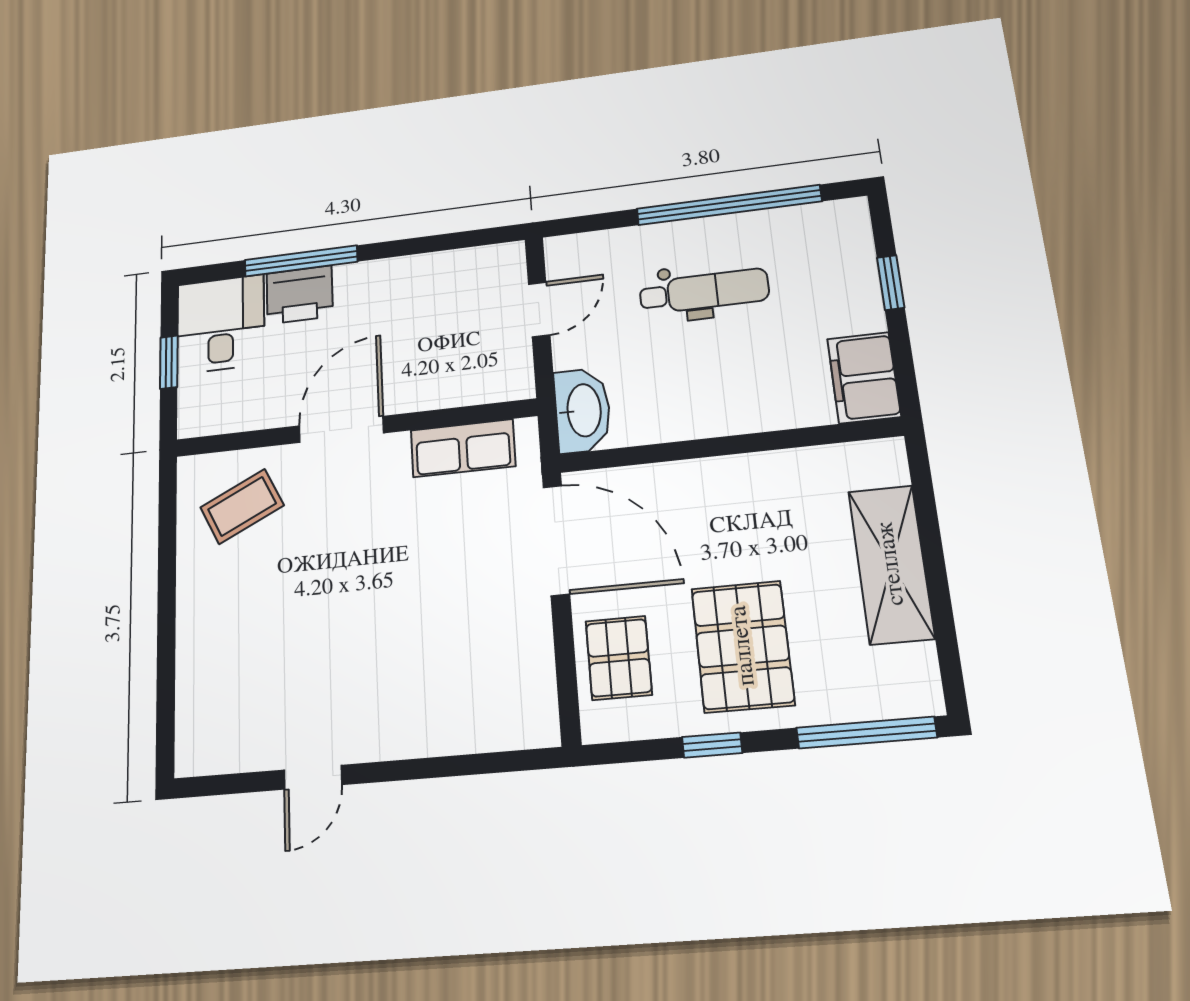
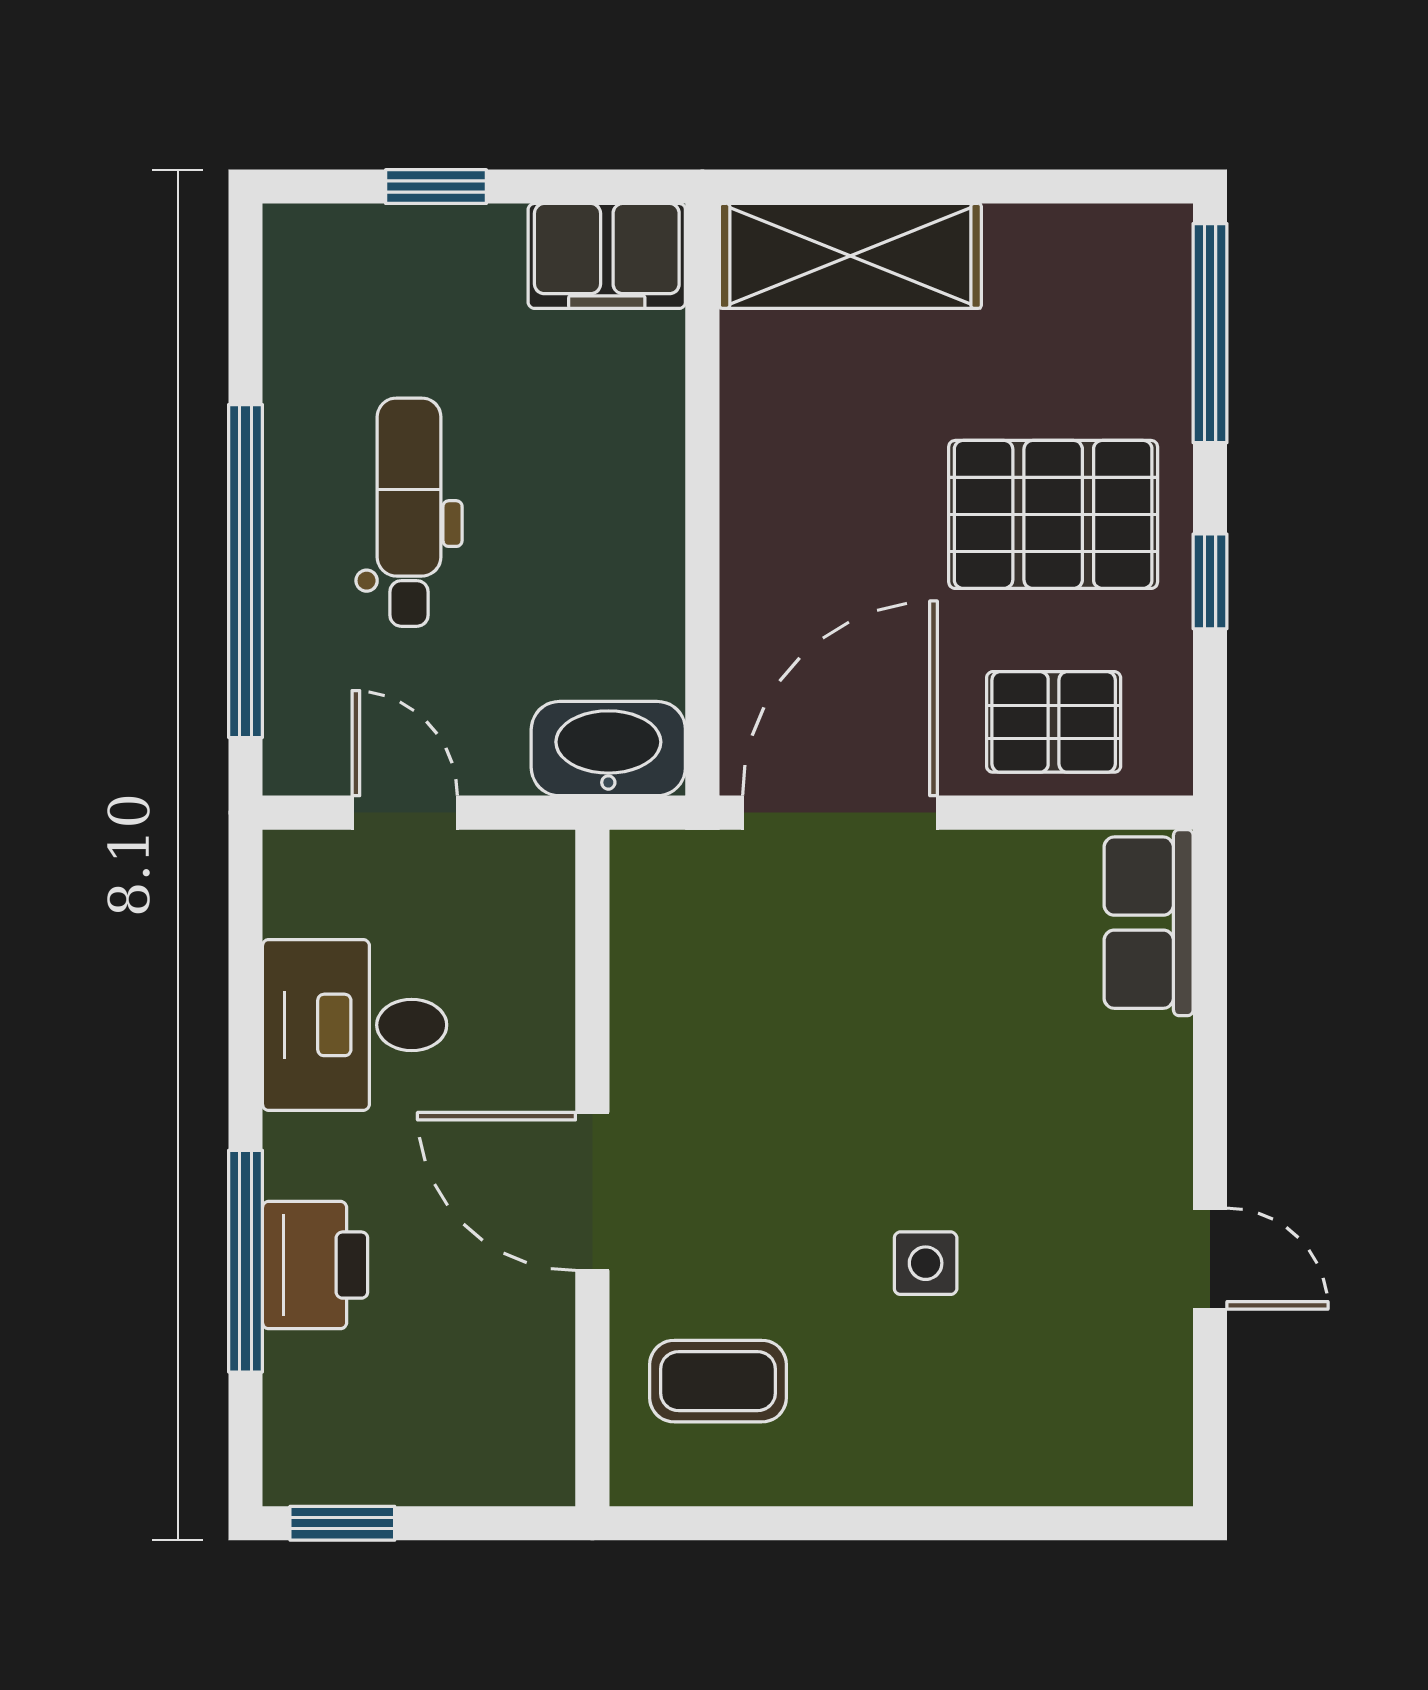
window: (729, 205) -> (246, 571), moved
desk: (221, 324) -> (355, 1025), moved
window: (169, 362) -> (342, 1523), moved
row of seats: (463, 448) -> (1149, 923), moved, turned 180
coffee table: (242, 506) -> (718, 1381), turned -64
shelving: (891, 564) -> (850, 256), moved
side table: (307, 613) -> (926, 1263), added

